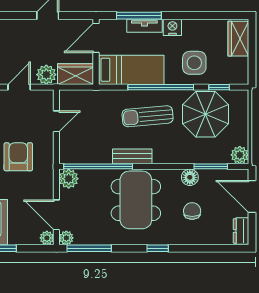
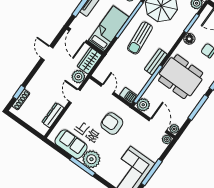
barbecue: (67, 153) -> (128, 96), added
door: (56, 215) -> (158, 125), swing flipped
window: (89, 248) -> (198, 107), moved

